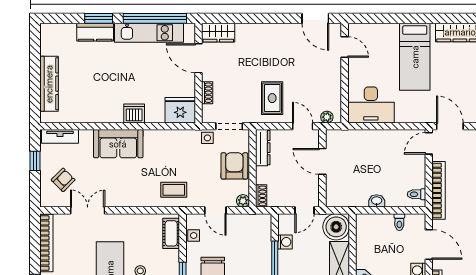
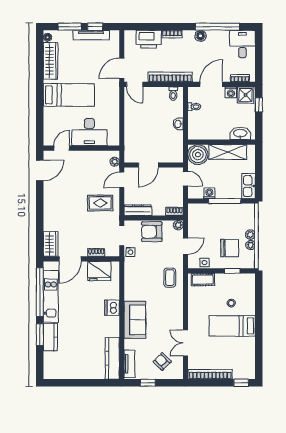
kitchen counter: (49, 84) -> (112, 358), moved, turned -90
desk: (371, 105) -> (89, 132), moved, turned 90
fridge: (180, 110) -> (99, 271), moved, turned -90

